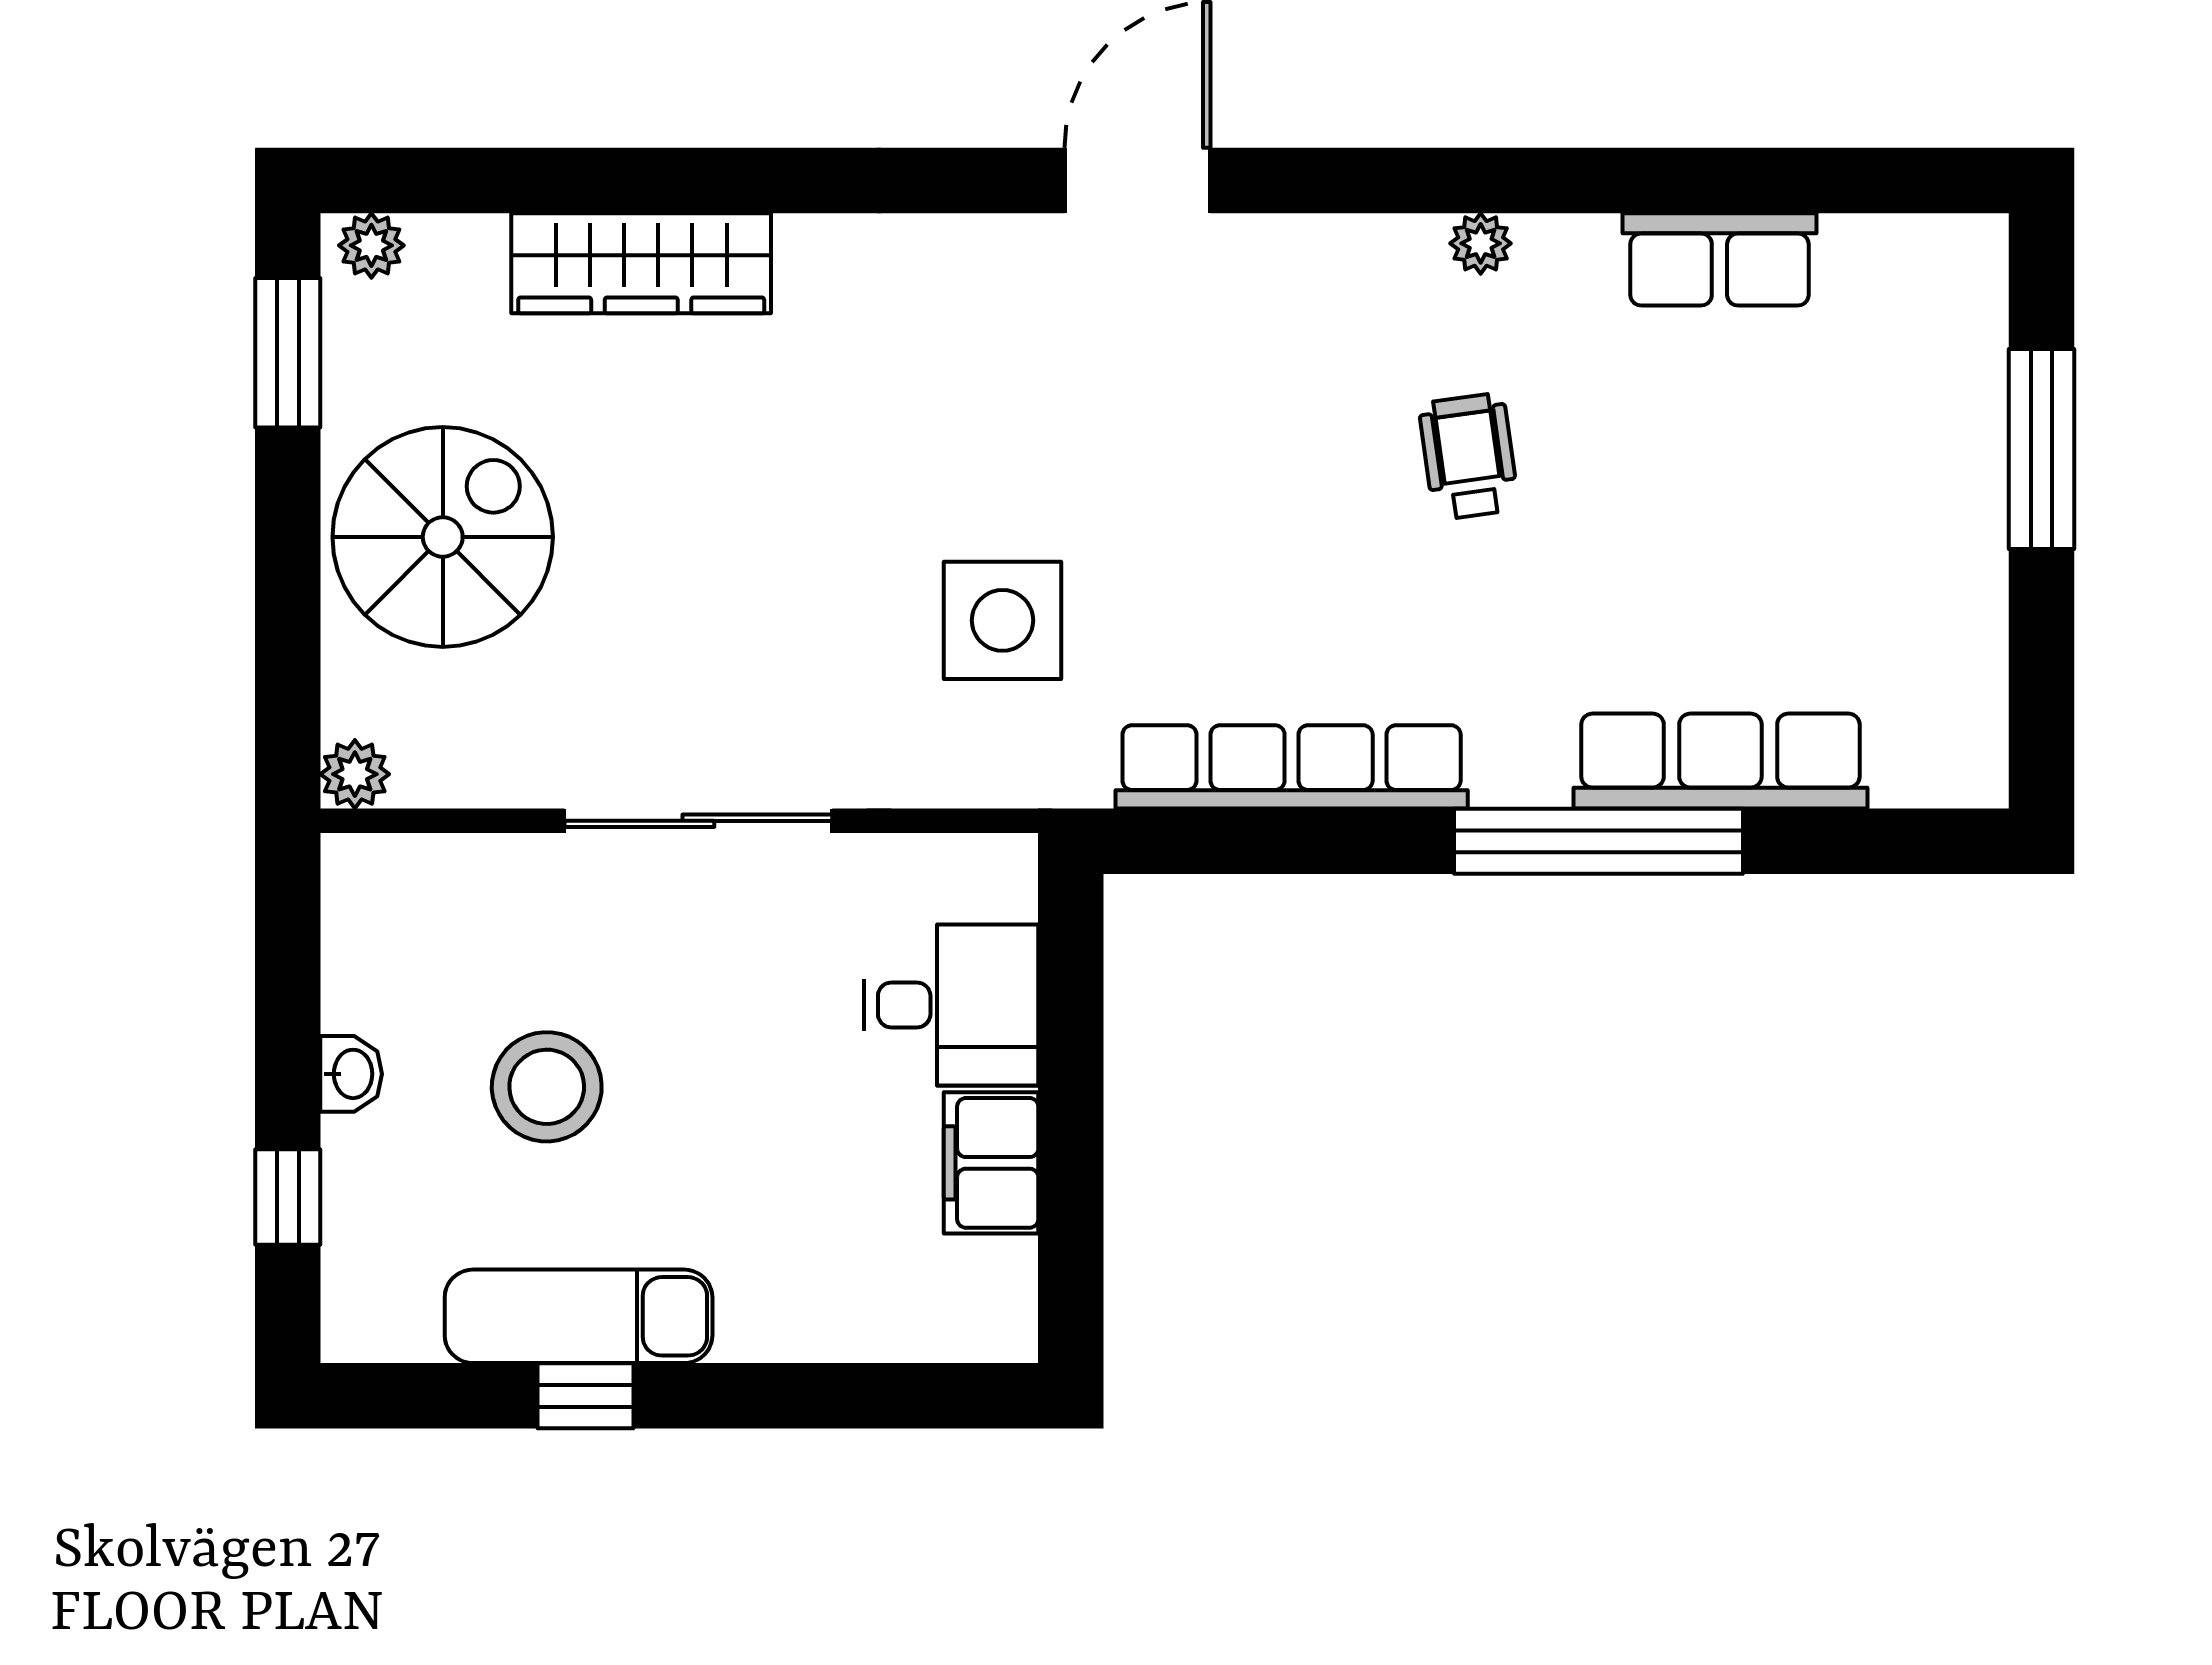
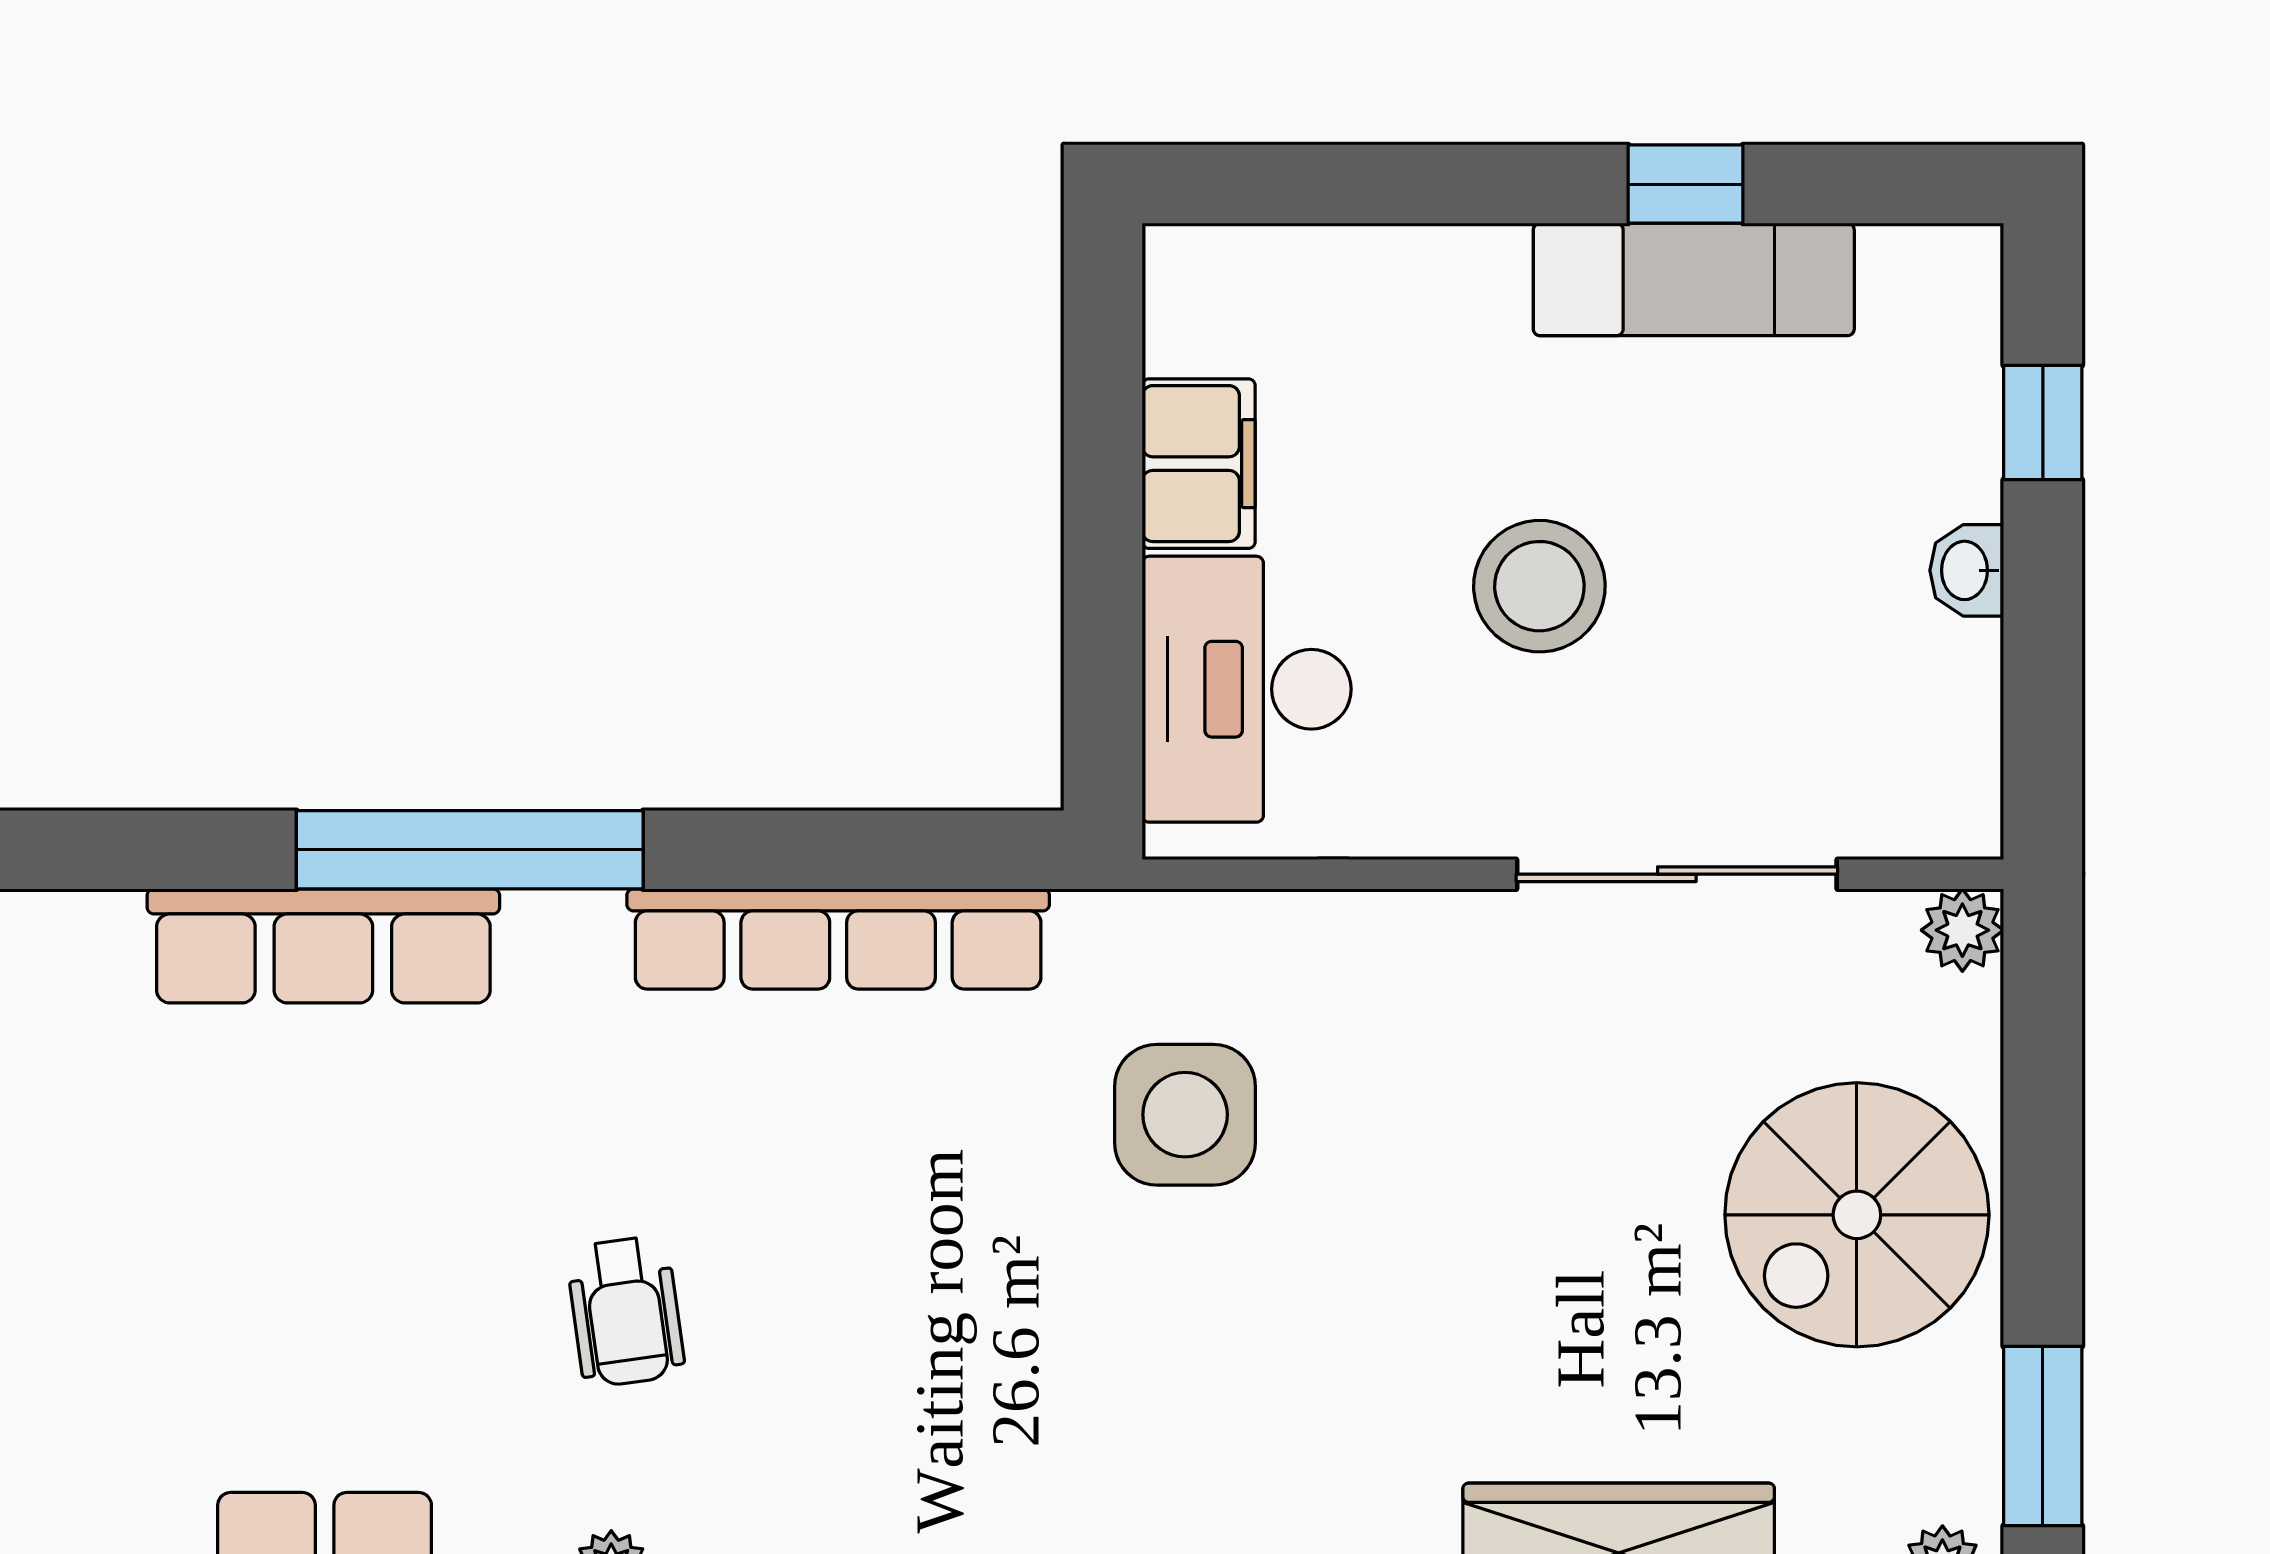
sliding door: (698, 821) -> (1677, 874), moved
desk: (951, 1005) -> (1247, 689), width x1.37
stool: (547, 1087) -> (1539, 586), moved

